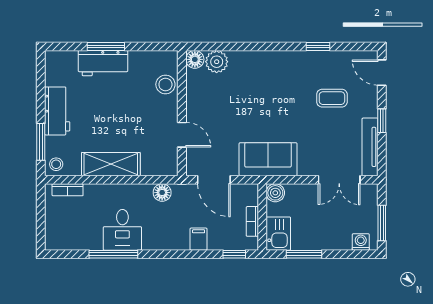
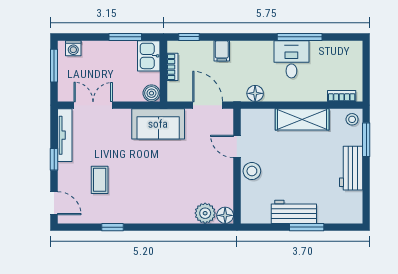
workbench: (103, 63) -> (294, 212), moved
stool: (165, 84) -> (252, 171), moved
coffee table: (332, 98) -> (100, 180), turned 90

